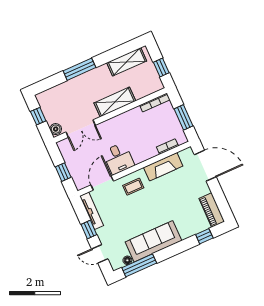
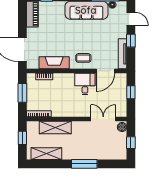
shelving: (115, 102) -> (55, 128), moved

